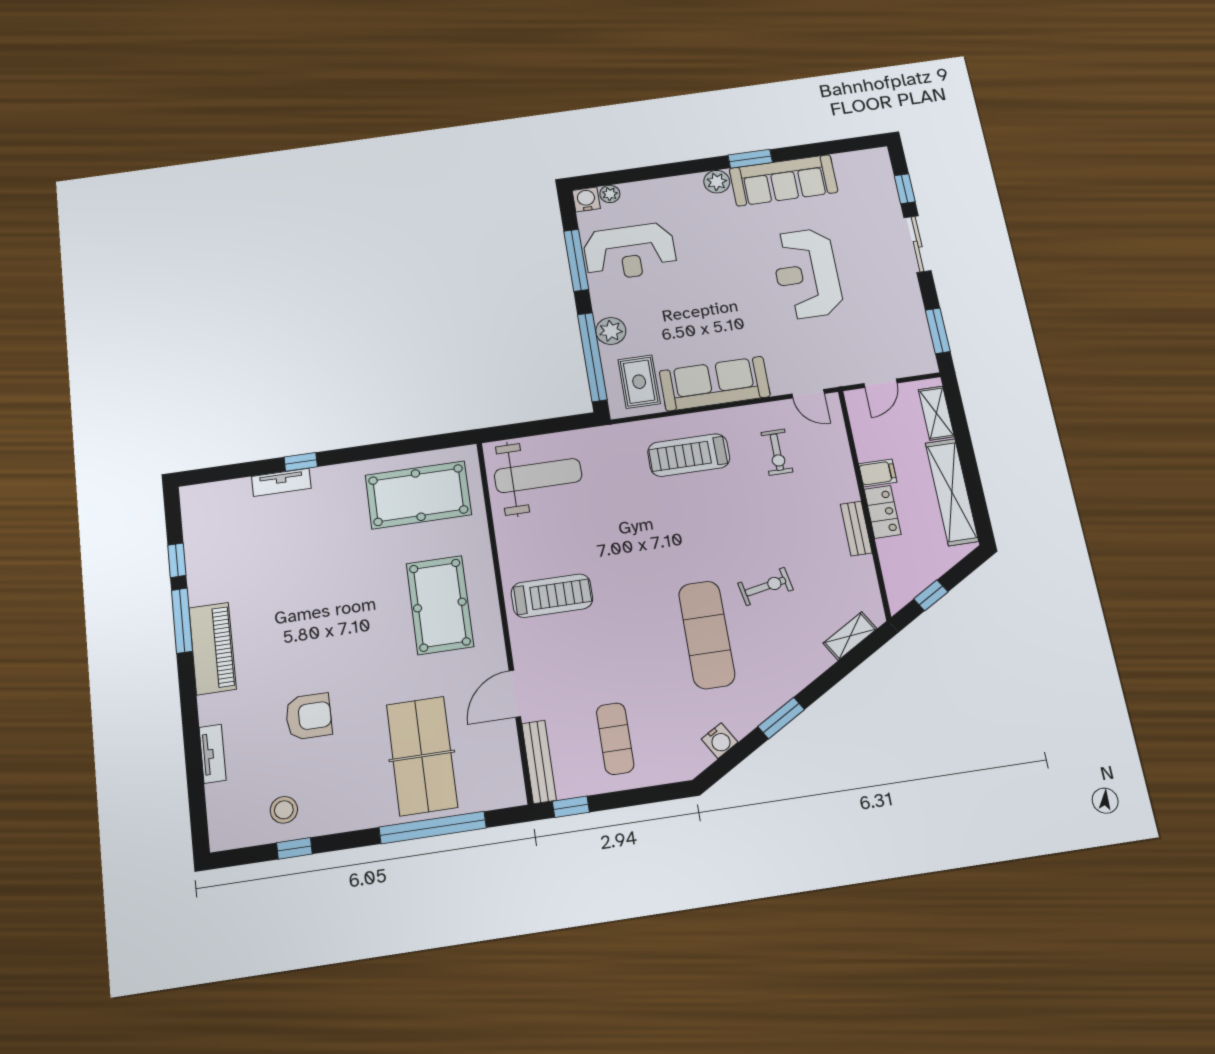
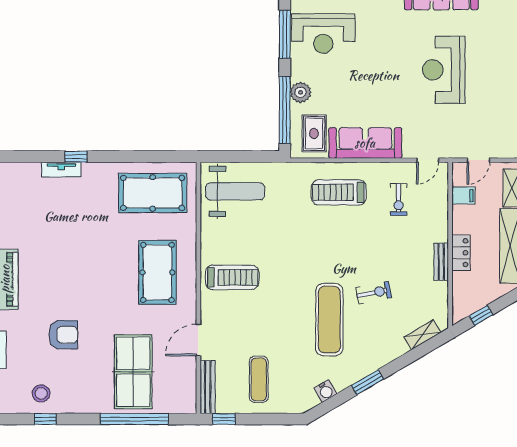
door: (808, 394) -> (428, 160), hinge flipped
filing cabinet: (878, 473) -> (463, 196), moved

